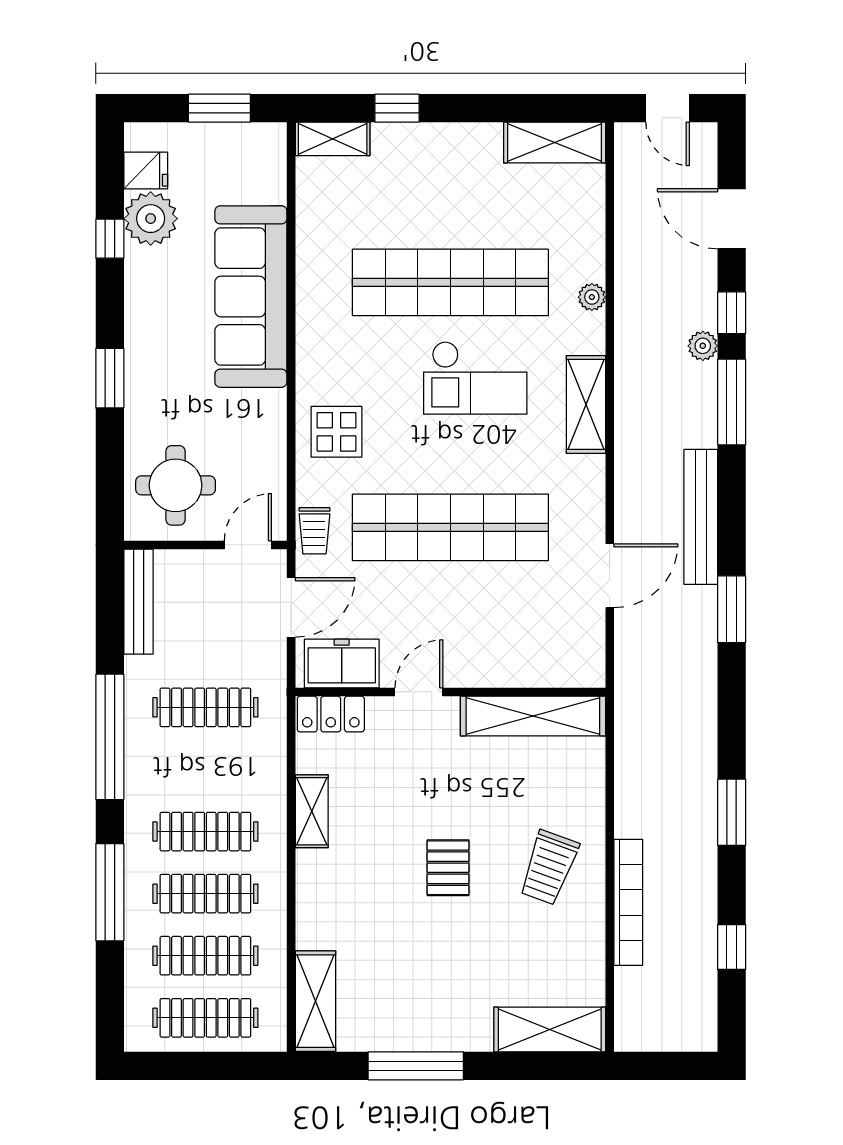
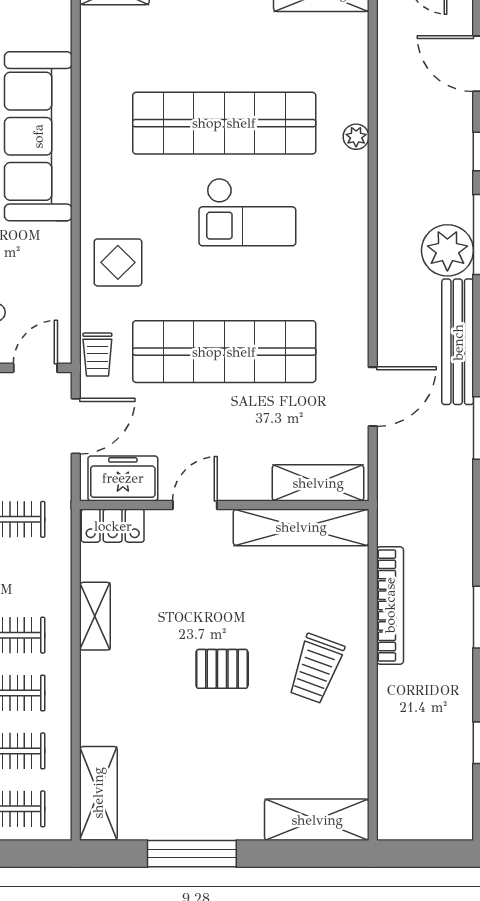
plant: (703, 346) -> (447, 250), moved, width x1.87, depth x1.87
shelving: (586, 404) -> (318, 483), moved, turned 90
pallet: (448, 868) -> (222, 669), turned 90
bookcase: (628, 902) -> (390, 605), moved

